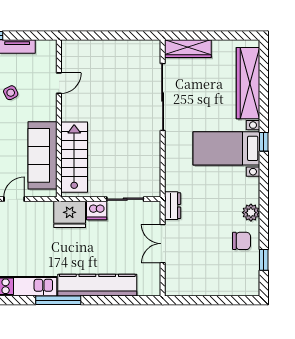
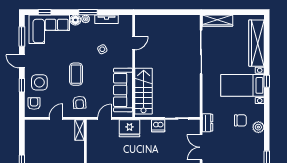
fridge: (70, 214) -> (129, 128), moved
chair: (241, 241) -> (240, 120), moved

